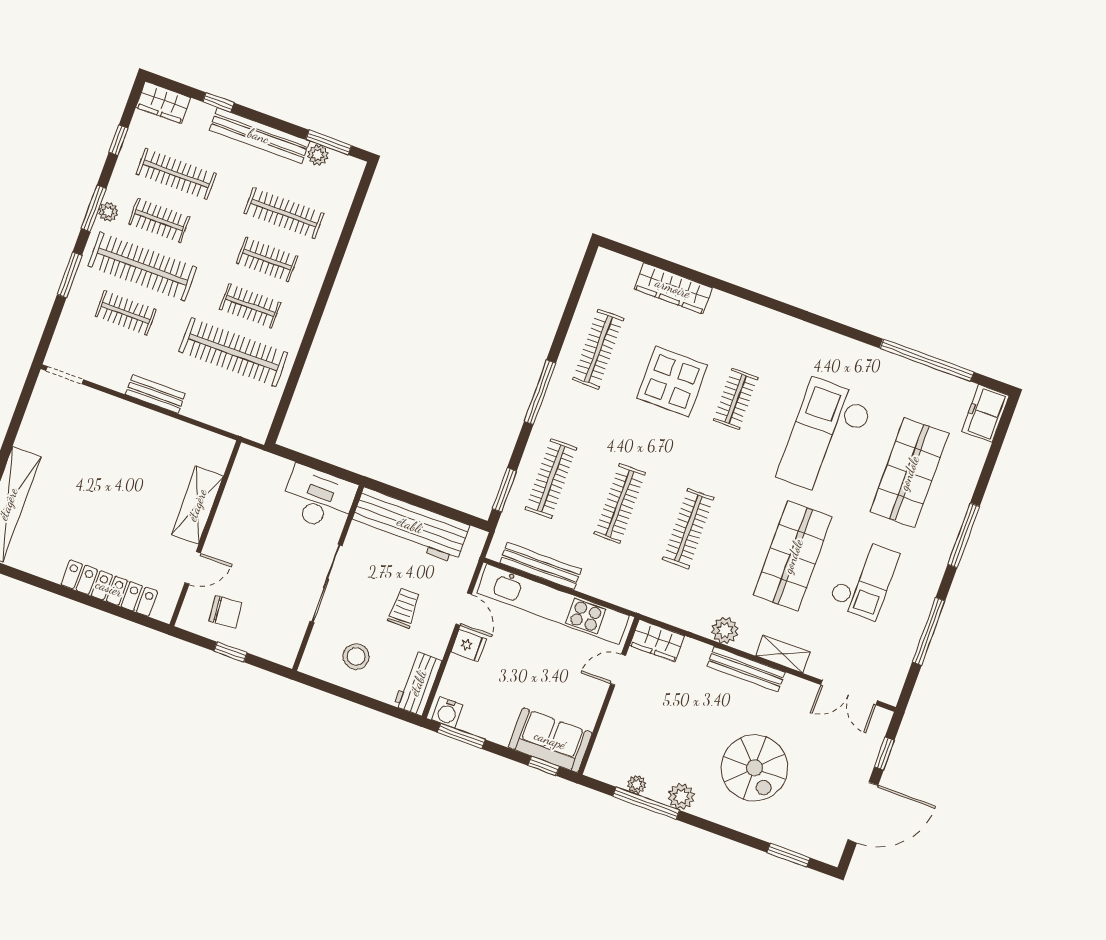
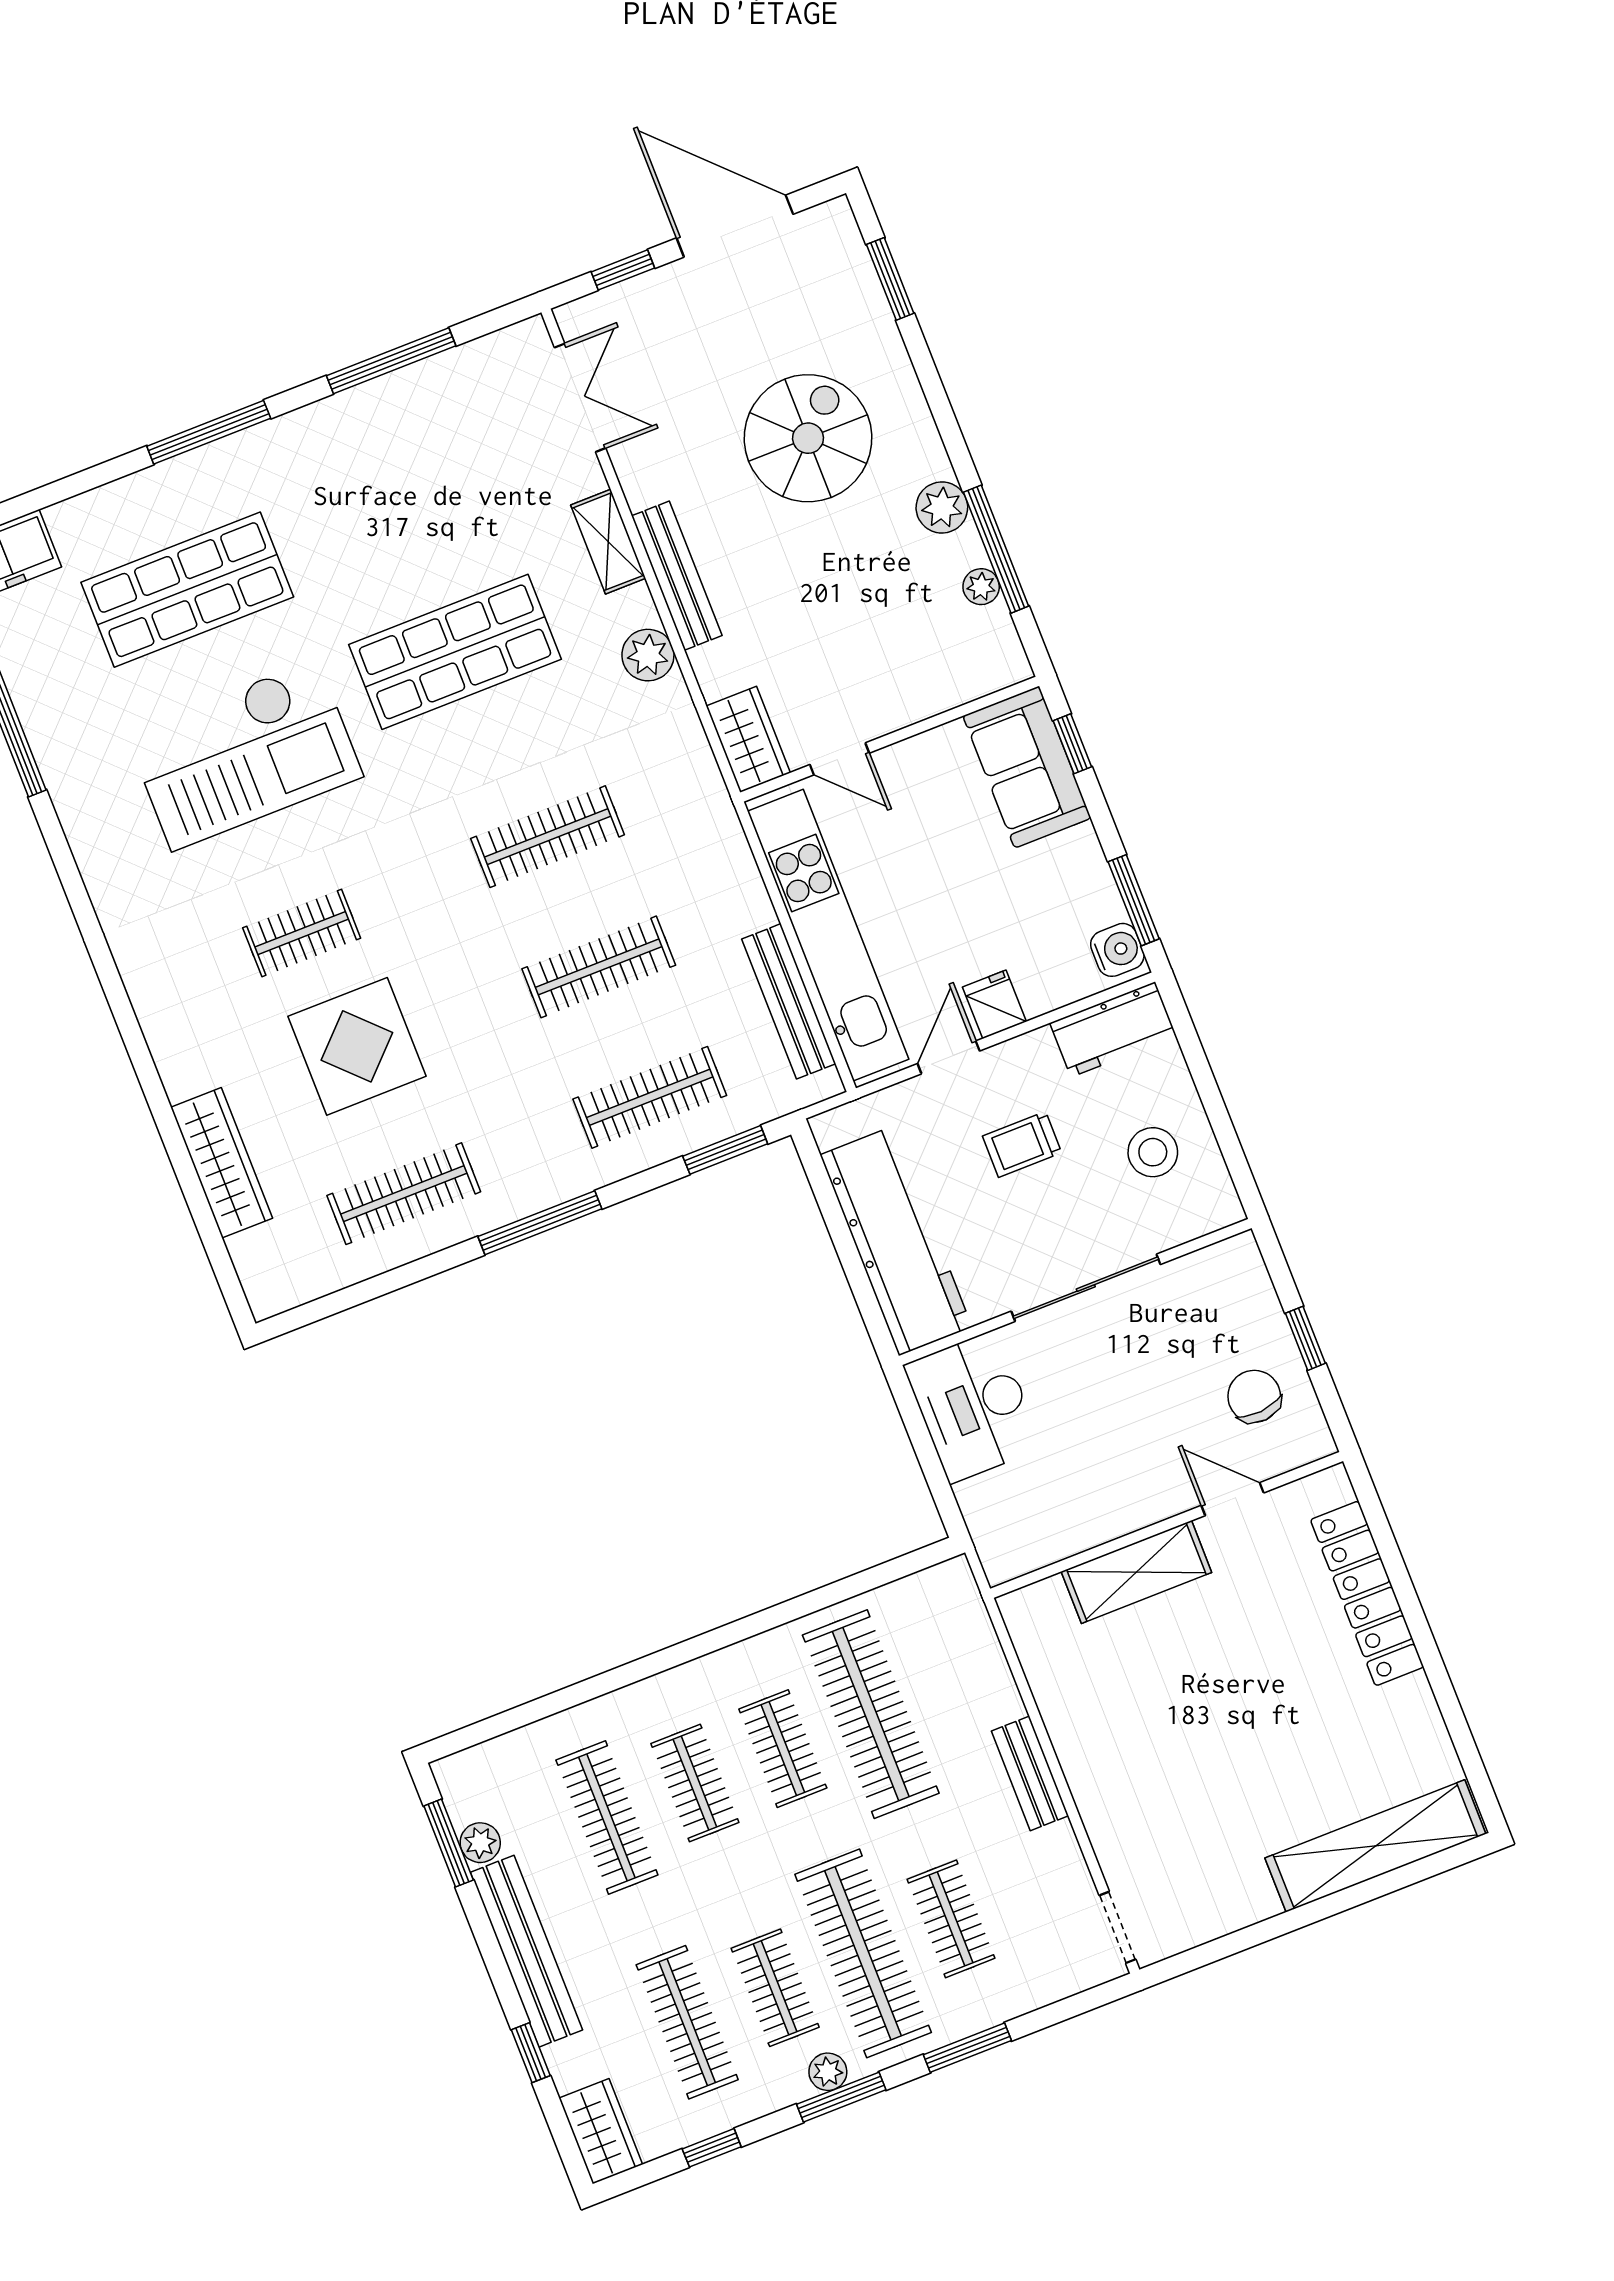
checkout: (864, 579) -> (397, 520), removed

